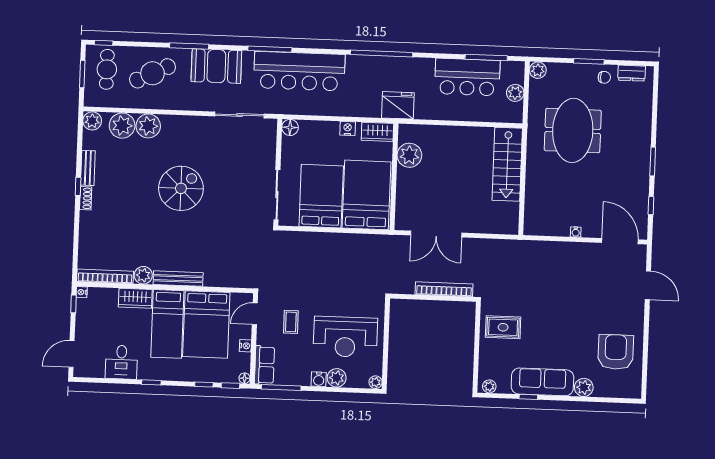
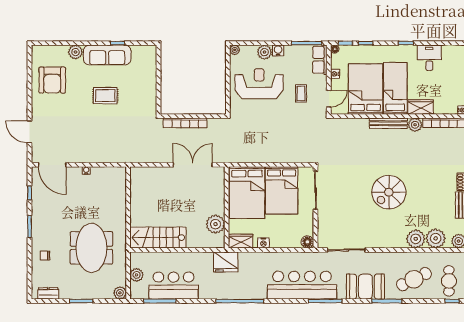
chair: (604, 77) -> (45, 256), moved
stairs: (507, 164) -> (158, 238), moved, turned -90
rug: (503, 327) -> (105, 96), moved
plant: (489, 386) -> (148, 50), removed

